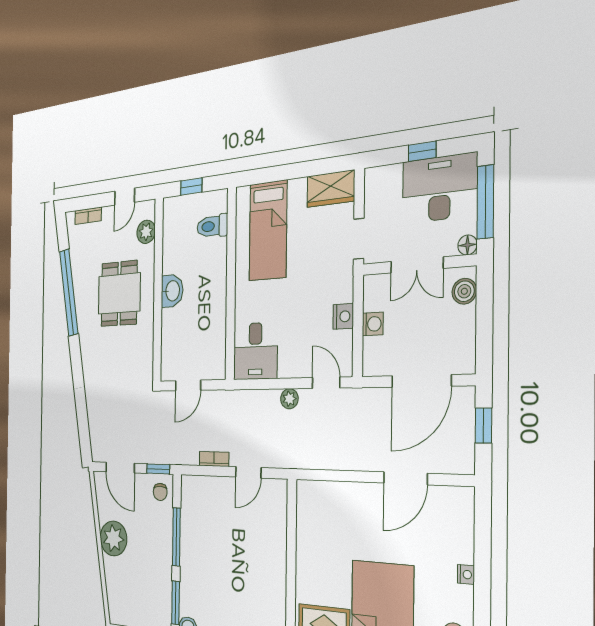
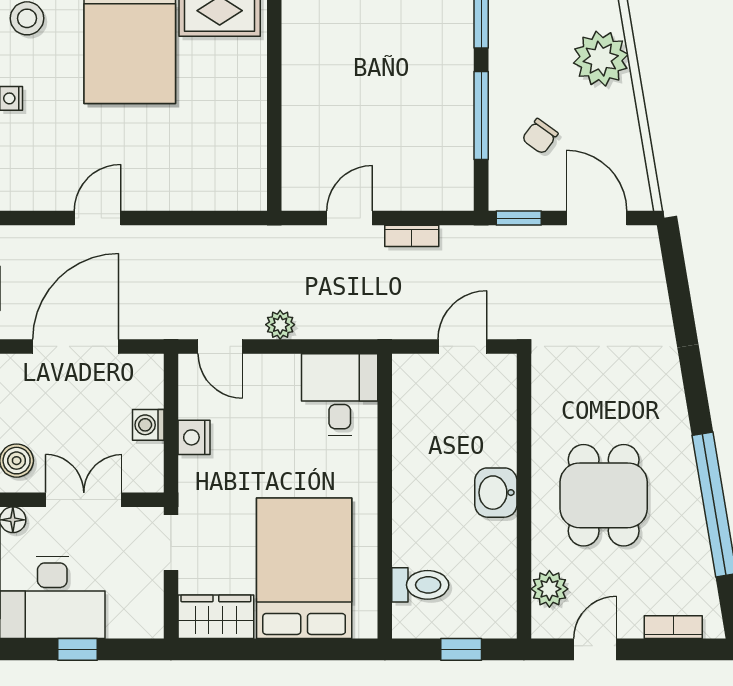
bed: (268, 231) -> (304, 568), width x1.50
door: (405, 478) -> (98, 218), width x0.73
chair: (160, 492) -> (540, 136), moved, turned -144
plant: (113, 538) -> (601, 59), moved

